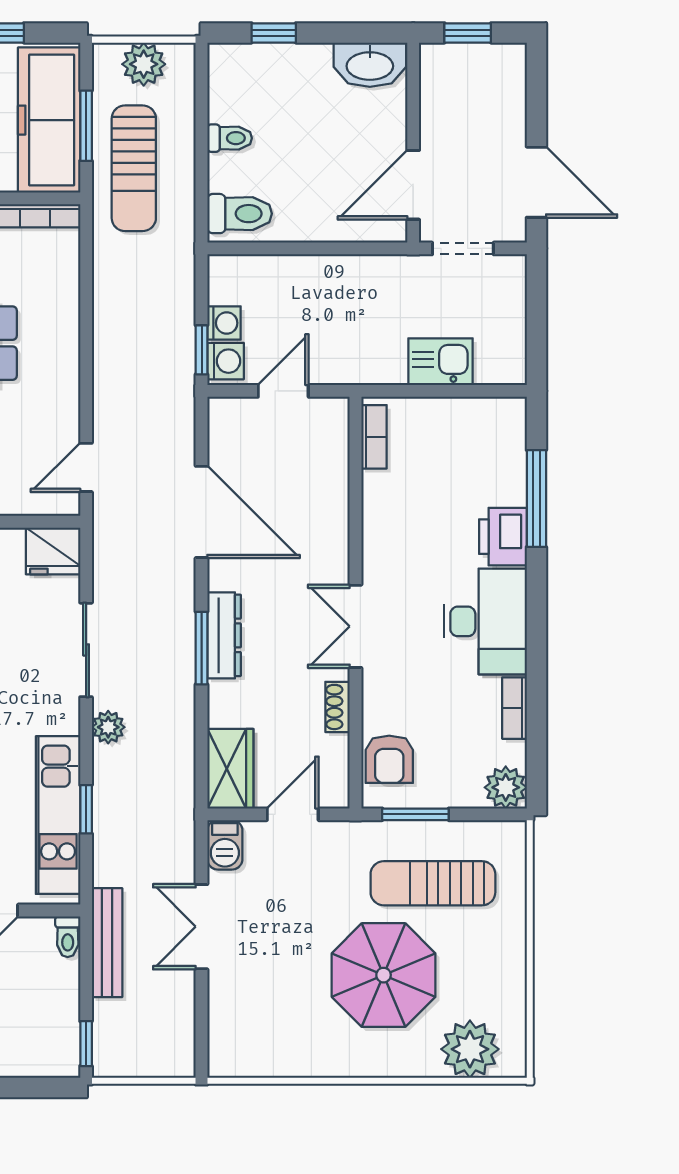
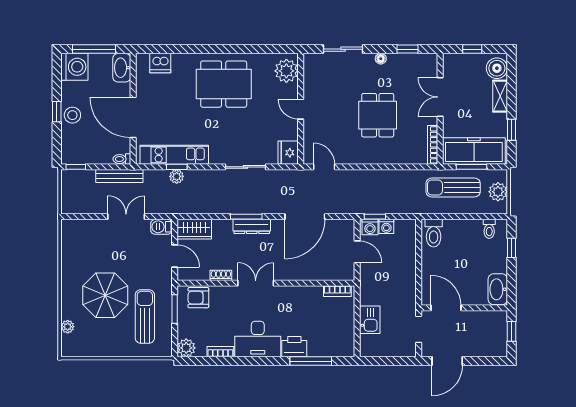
toilet: (230, 138) -> (489, 229), moved
plant: (108, 727) -> (177, 176), moved
plant: (470, 1049) -> (68, 327), width x0.53, depth x0.53

